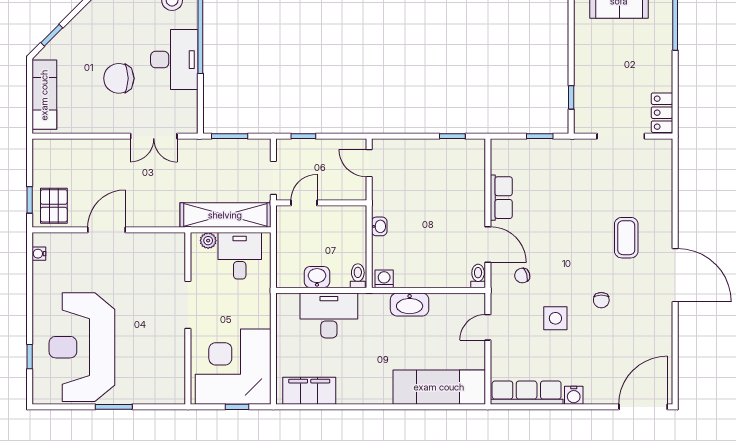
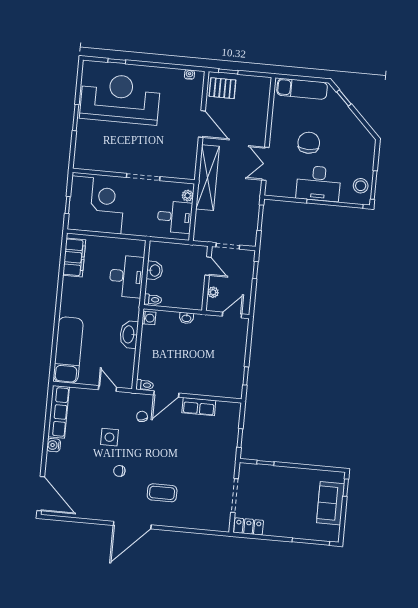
plant: (340, 192) -> (213, 292), added
shelving: (225, 215) -> (208, 178), moved

